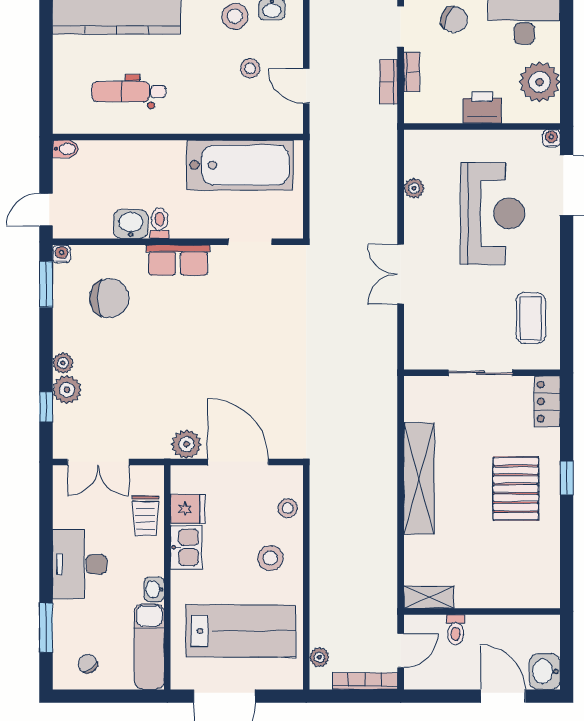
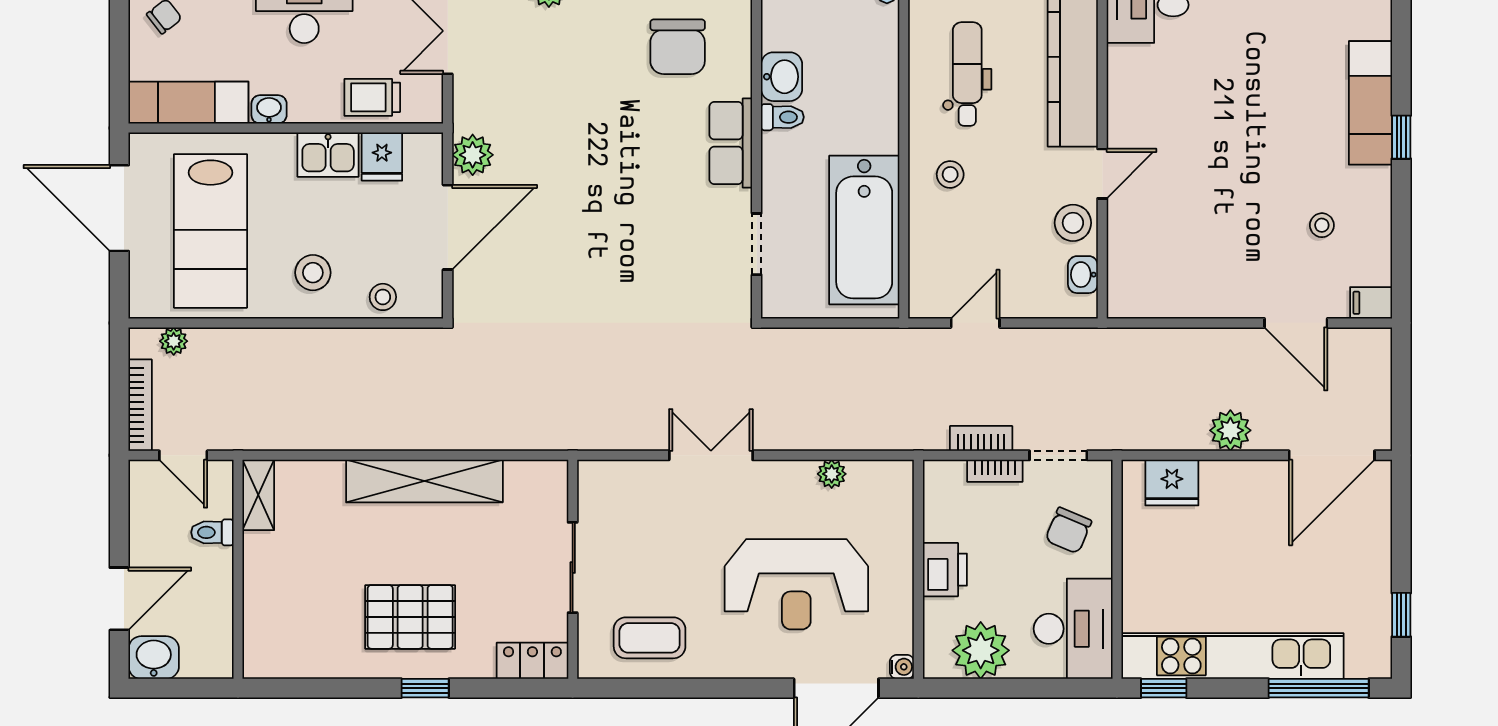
stool: (250, 68) -> (950, 174), moved

